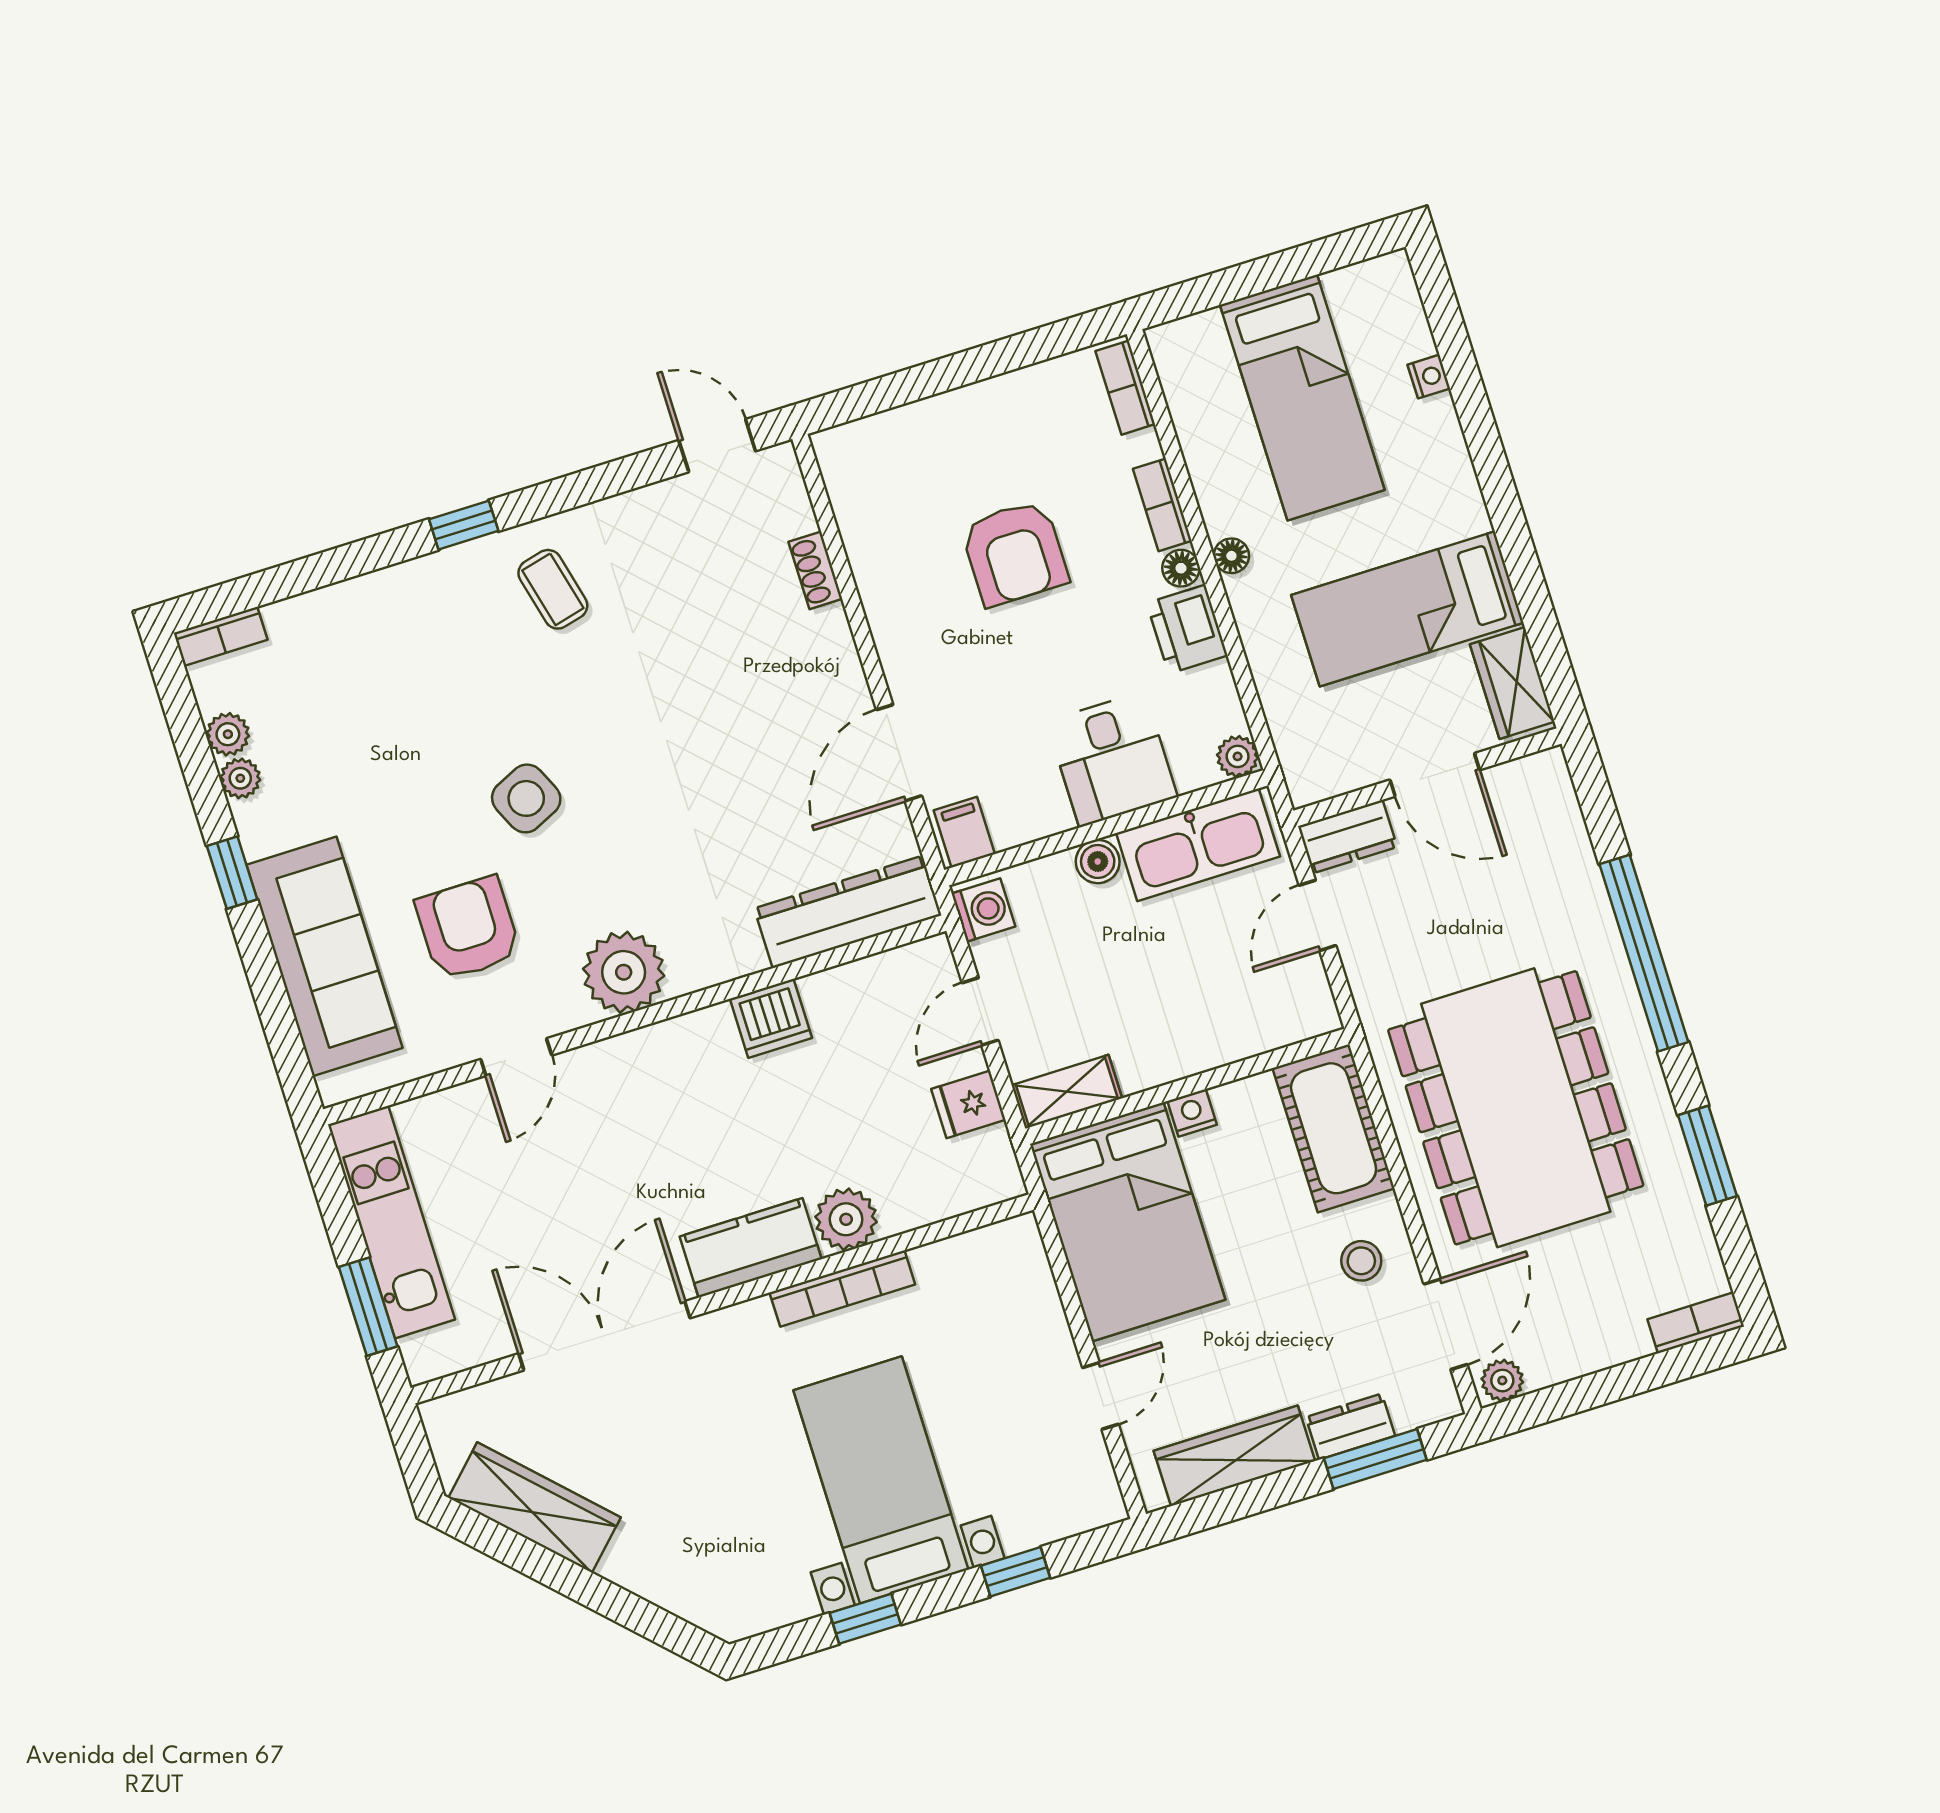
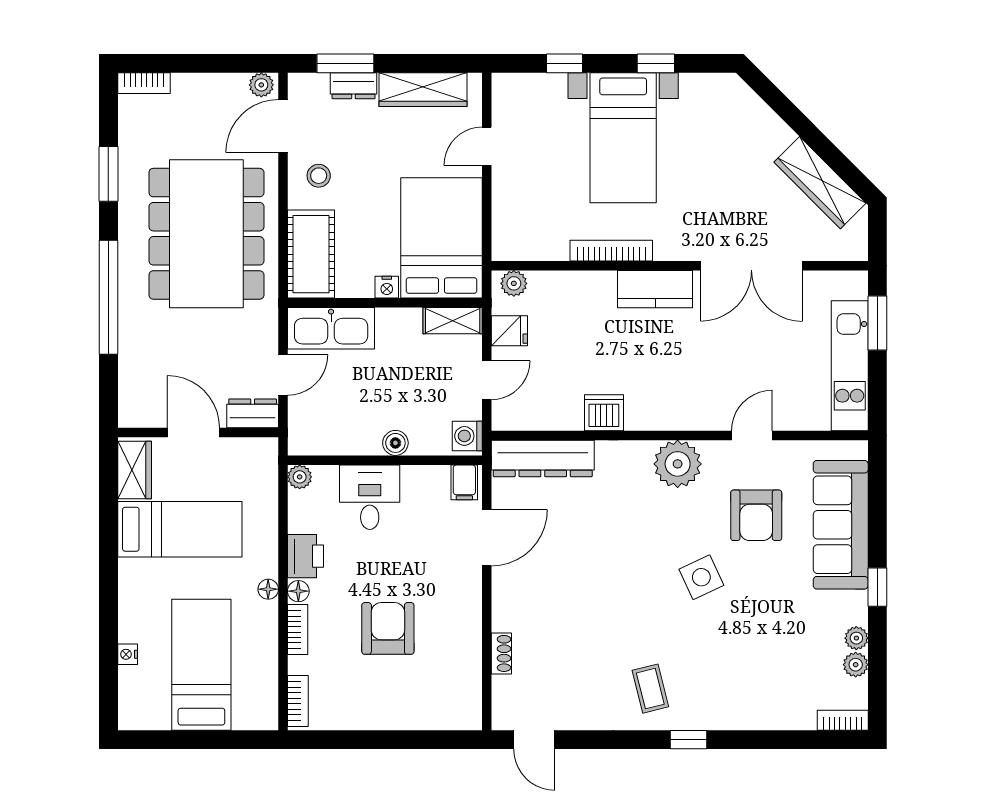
kitchen sink: (1198, 845) -> (331, 328), moved, turned 180
plant: (846, 1219) -> (514, 283), moved, width x0.73, depth x0.73

